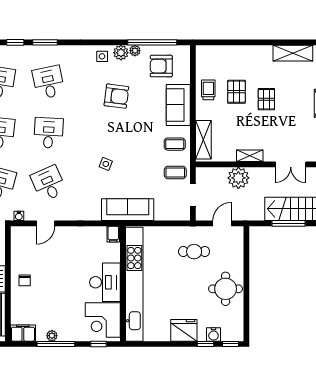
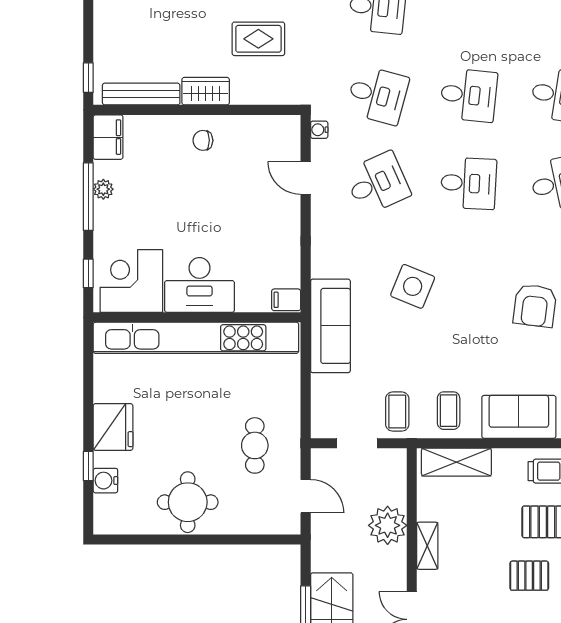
side table: (106, 164) -> (413, 286), width x1.87, depth x1.87
window: (231, 344) -> (88, 511), removed

